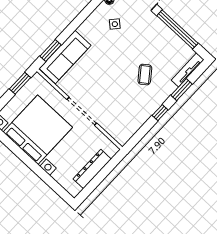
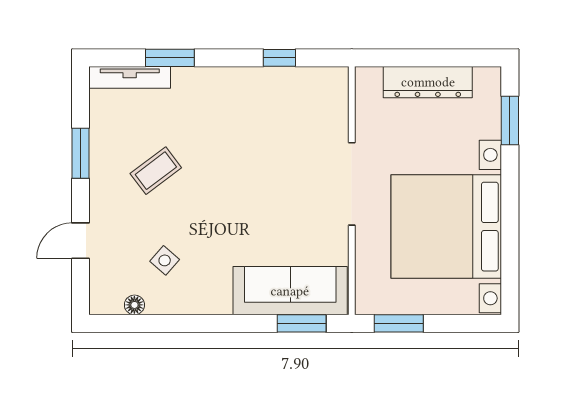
window: (177, 29) -> (80, 153), width x0.47
coffee table: (145, 75) -> (156, 171), moved
window: (160, 113) -> (279, 58), moved
window: (53, 185) -> (510, 120), added

